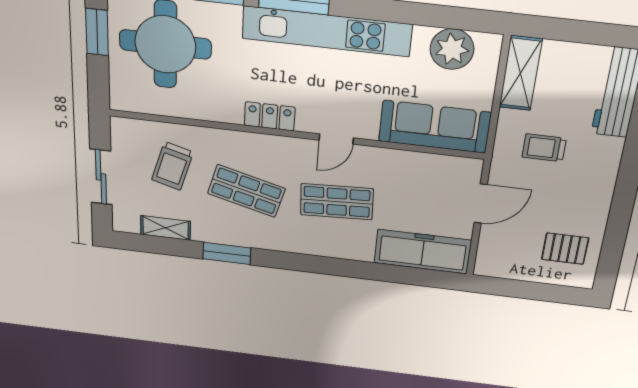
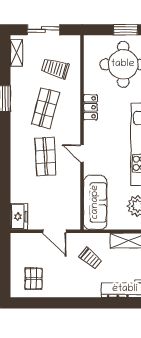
locker: (270, 116) -> (90, 107), moved
trolley: (544, 148) -> (91, 258), turned 130
shelving: (166, 228) -> (17, 53), moved
freezer: (422, 252) -> (19, 217), width x0.52, depth x0.79

